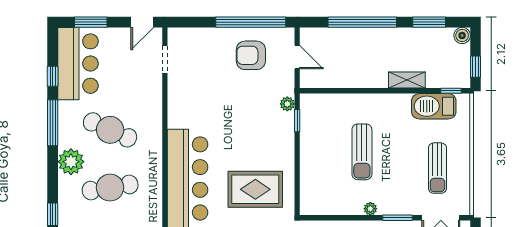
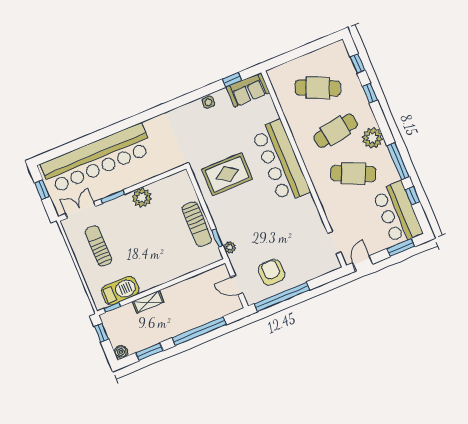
armchair: (251, 55) -> (272, 272), turned -90
sun lounger: (362, 152) -> (197, 224), moved, turned 180
plant: (370, 209) -> (142, 198), width x1.87, depth x1.87

